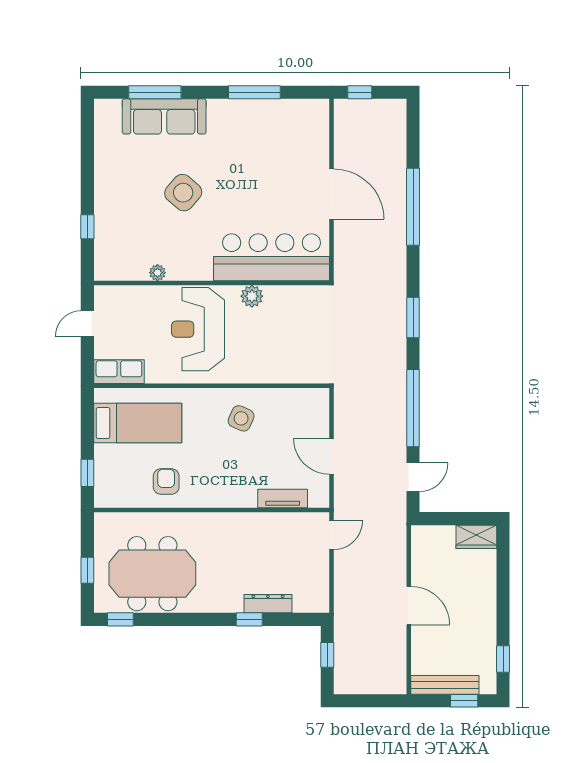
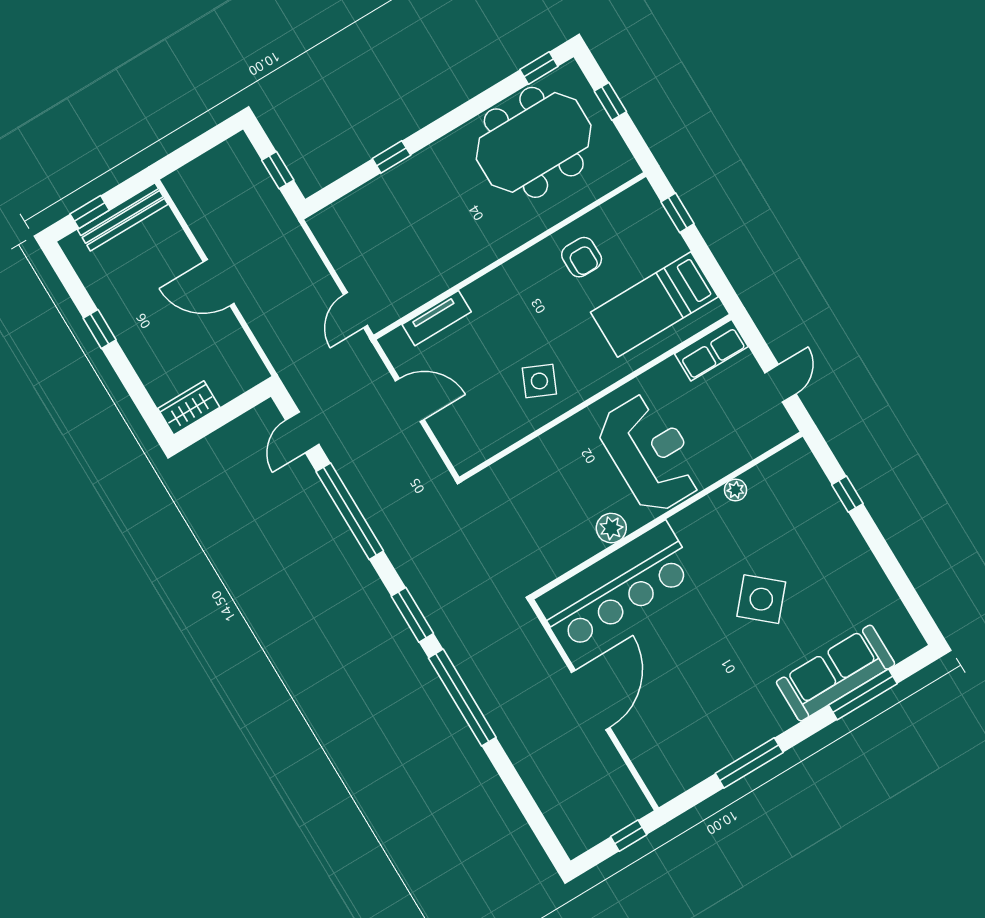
door: (332, 194) -> (591, 700), swing flipped
window: (413, 207) -> (462, 698), moved
dresser: (268, 604) -> (381, 188), removed
window: (503, 659) -> (100, 329), moved

